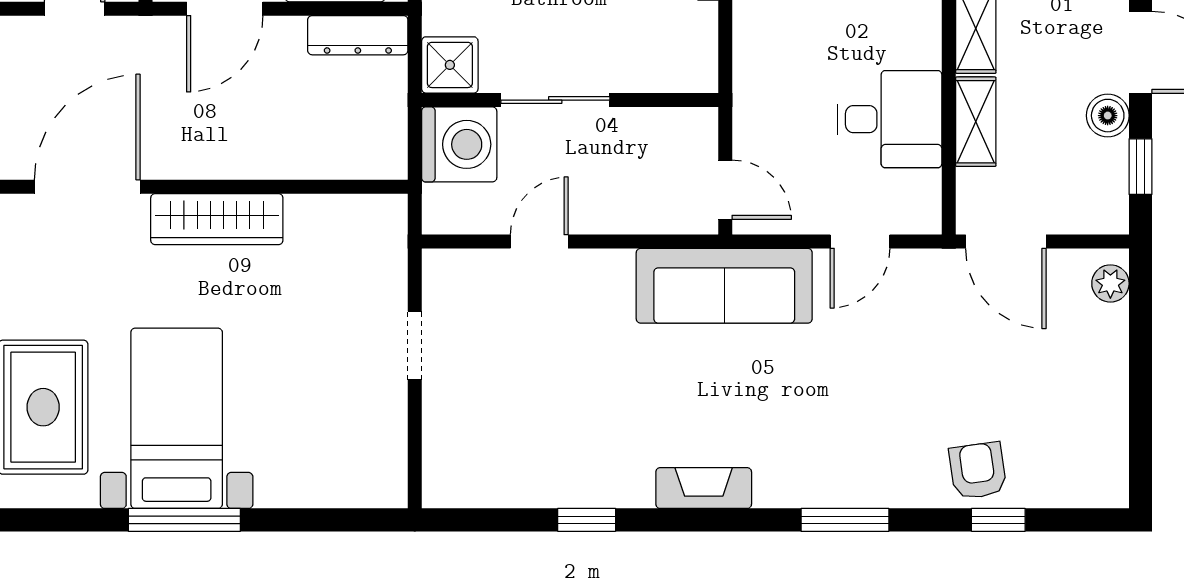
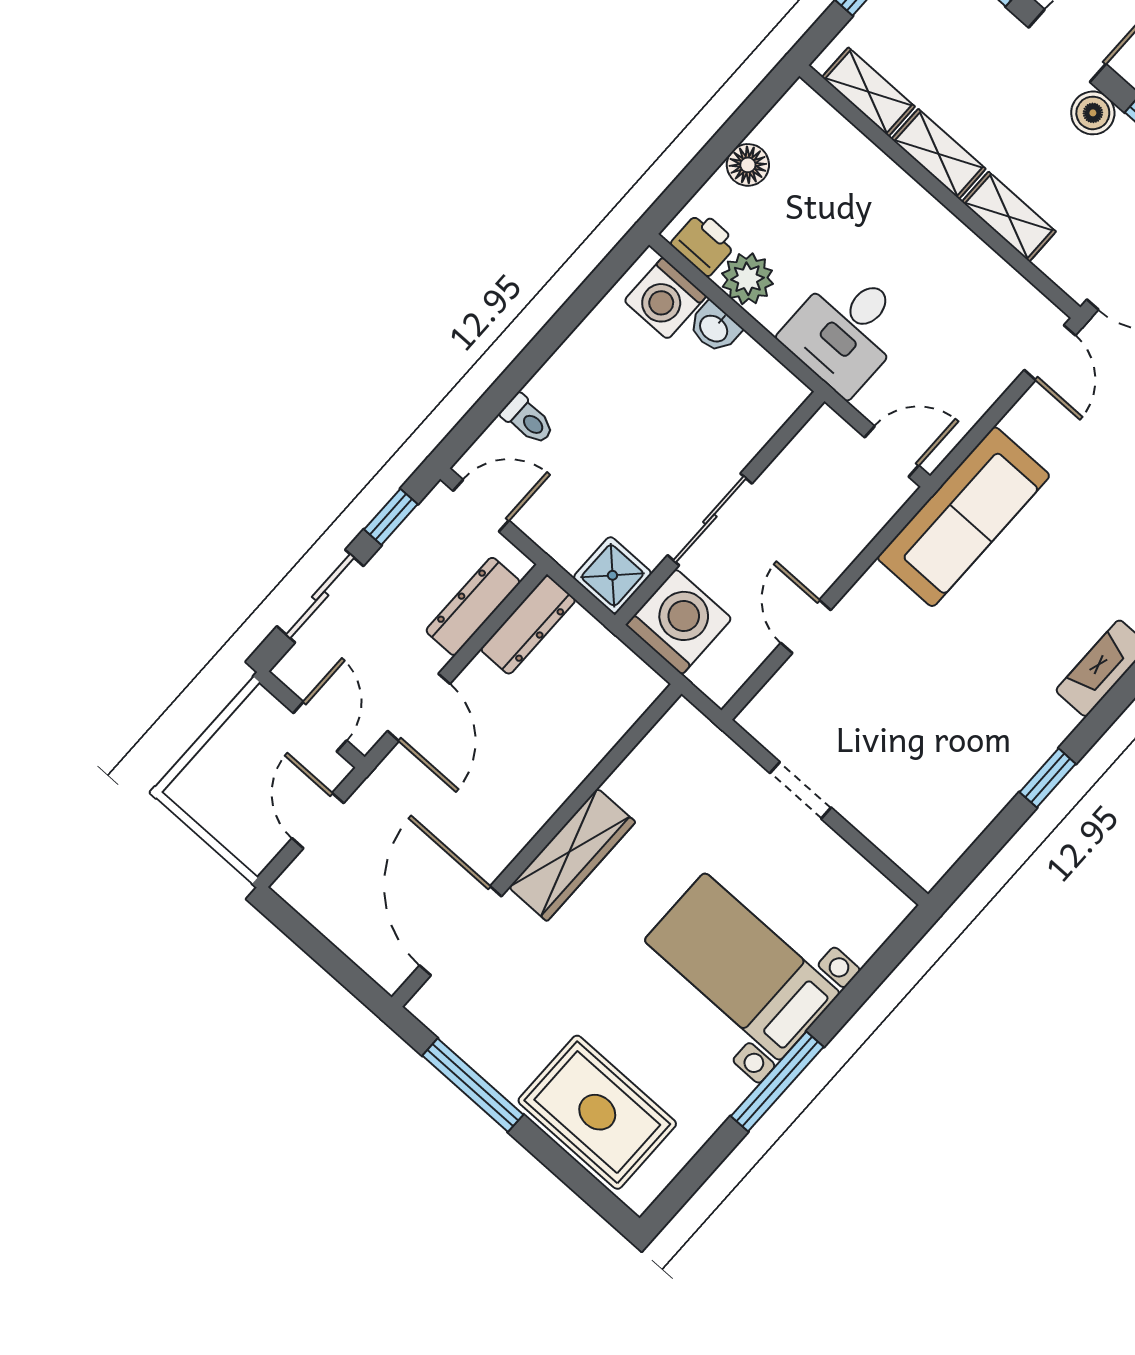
desk: (890, 119) -> (846, 330), moved, turned 180
door: (860, 241) -> (1050, 353), moved
bed with nightstands: (177, 418) -> (742, 967), moved

